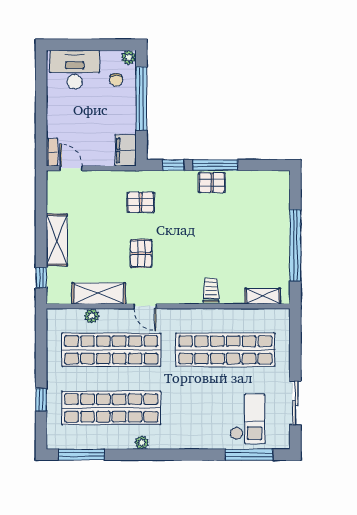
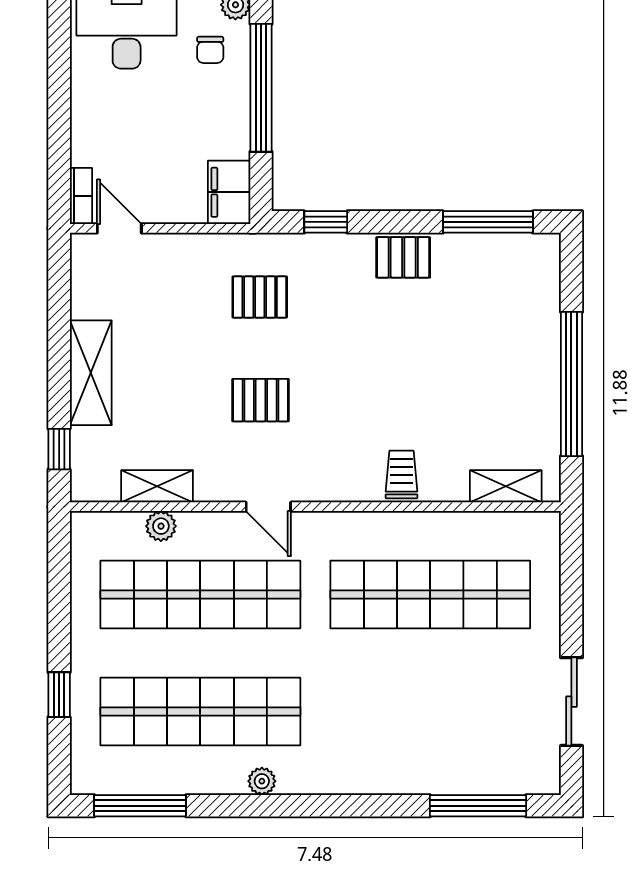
window: (215, 165) -> (488, 222), moved
pallet: (141, 254) -> (261, 400), turned 90
shelving: (99, 293) -> (157, 486), width x0.67, depth x0.75
checkout: (248, 419) -> (475, 734), removed

